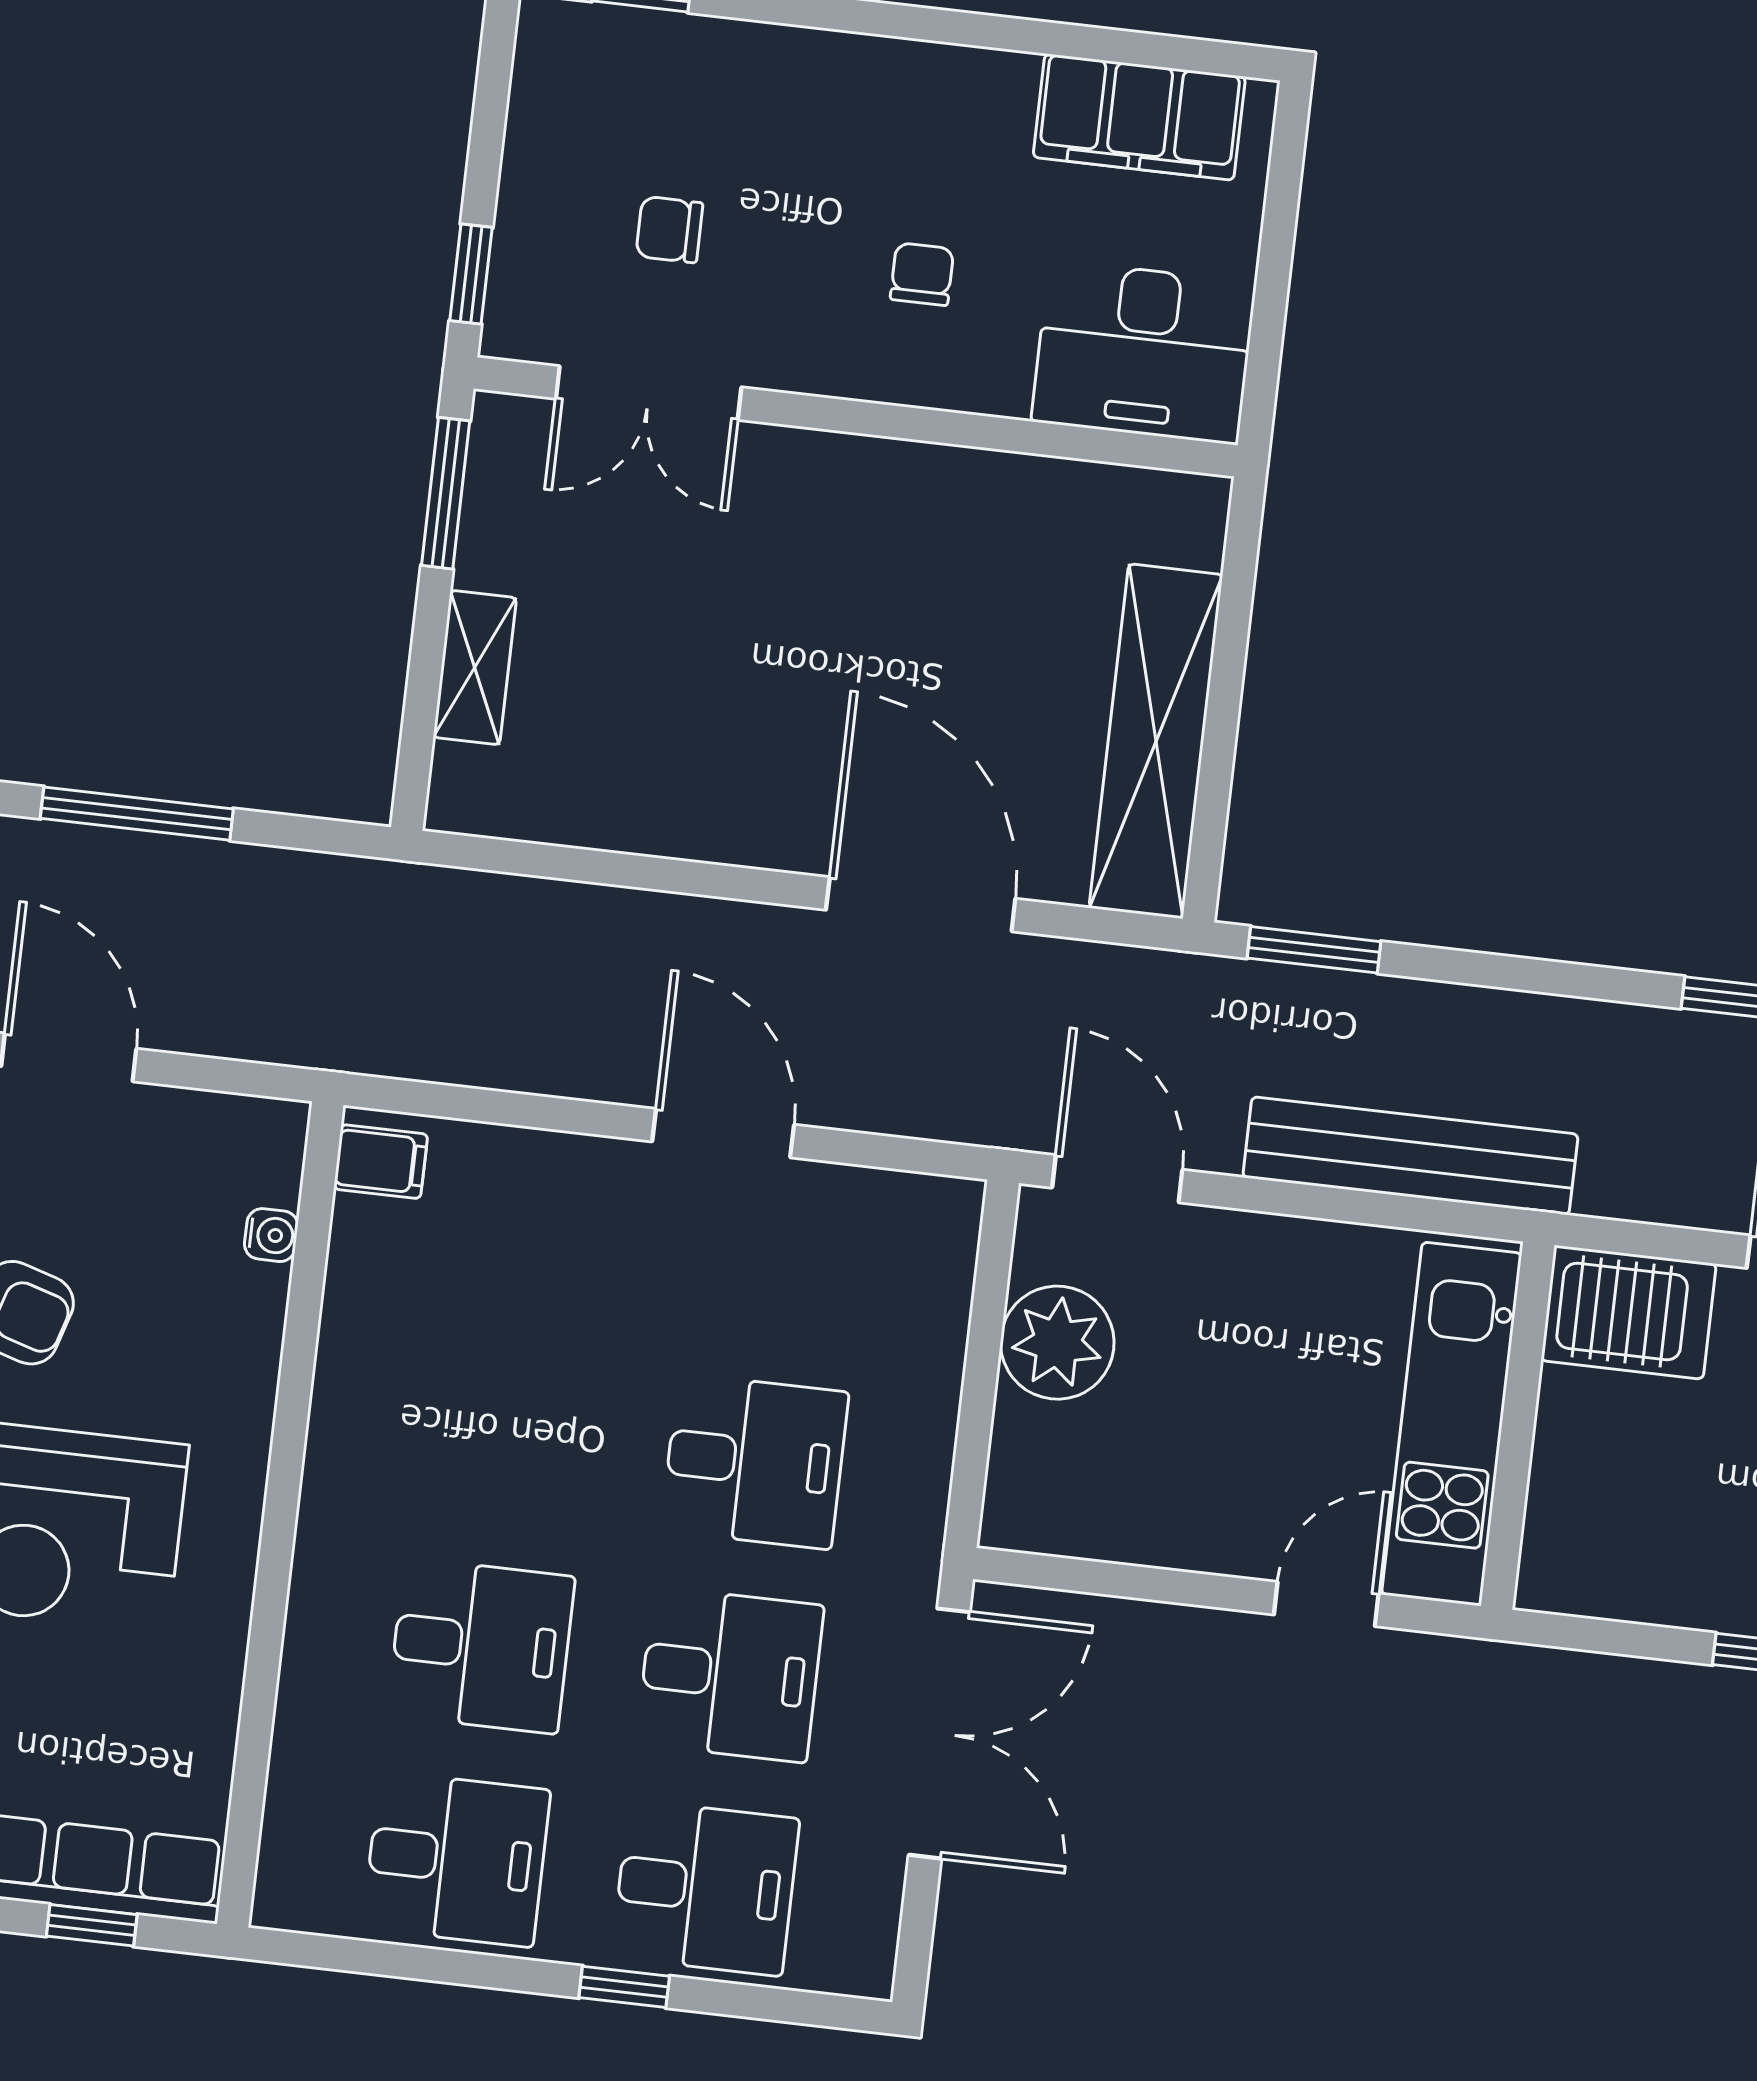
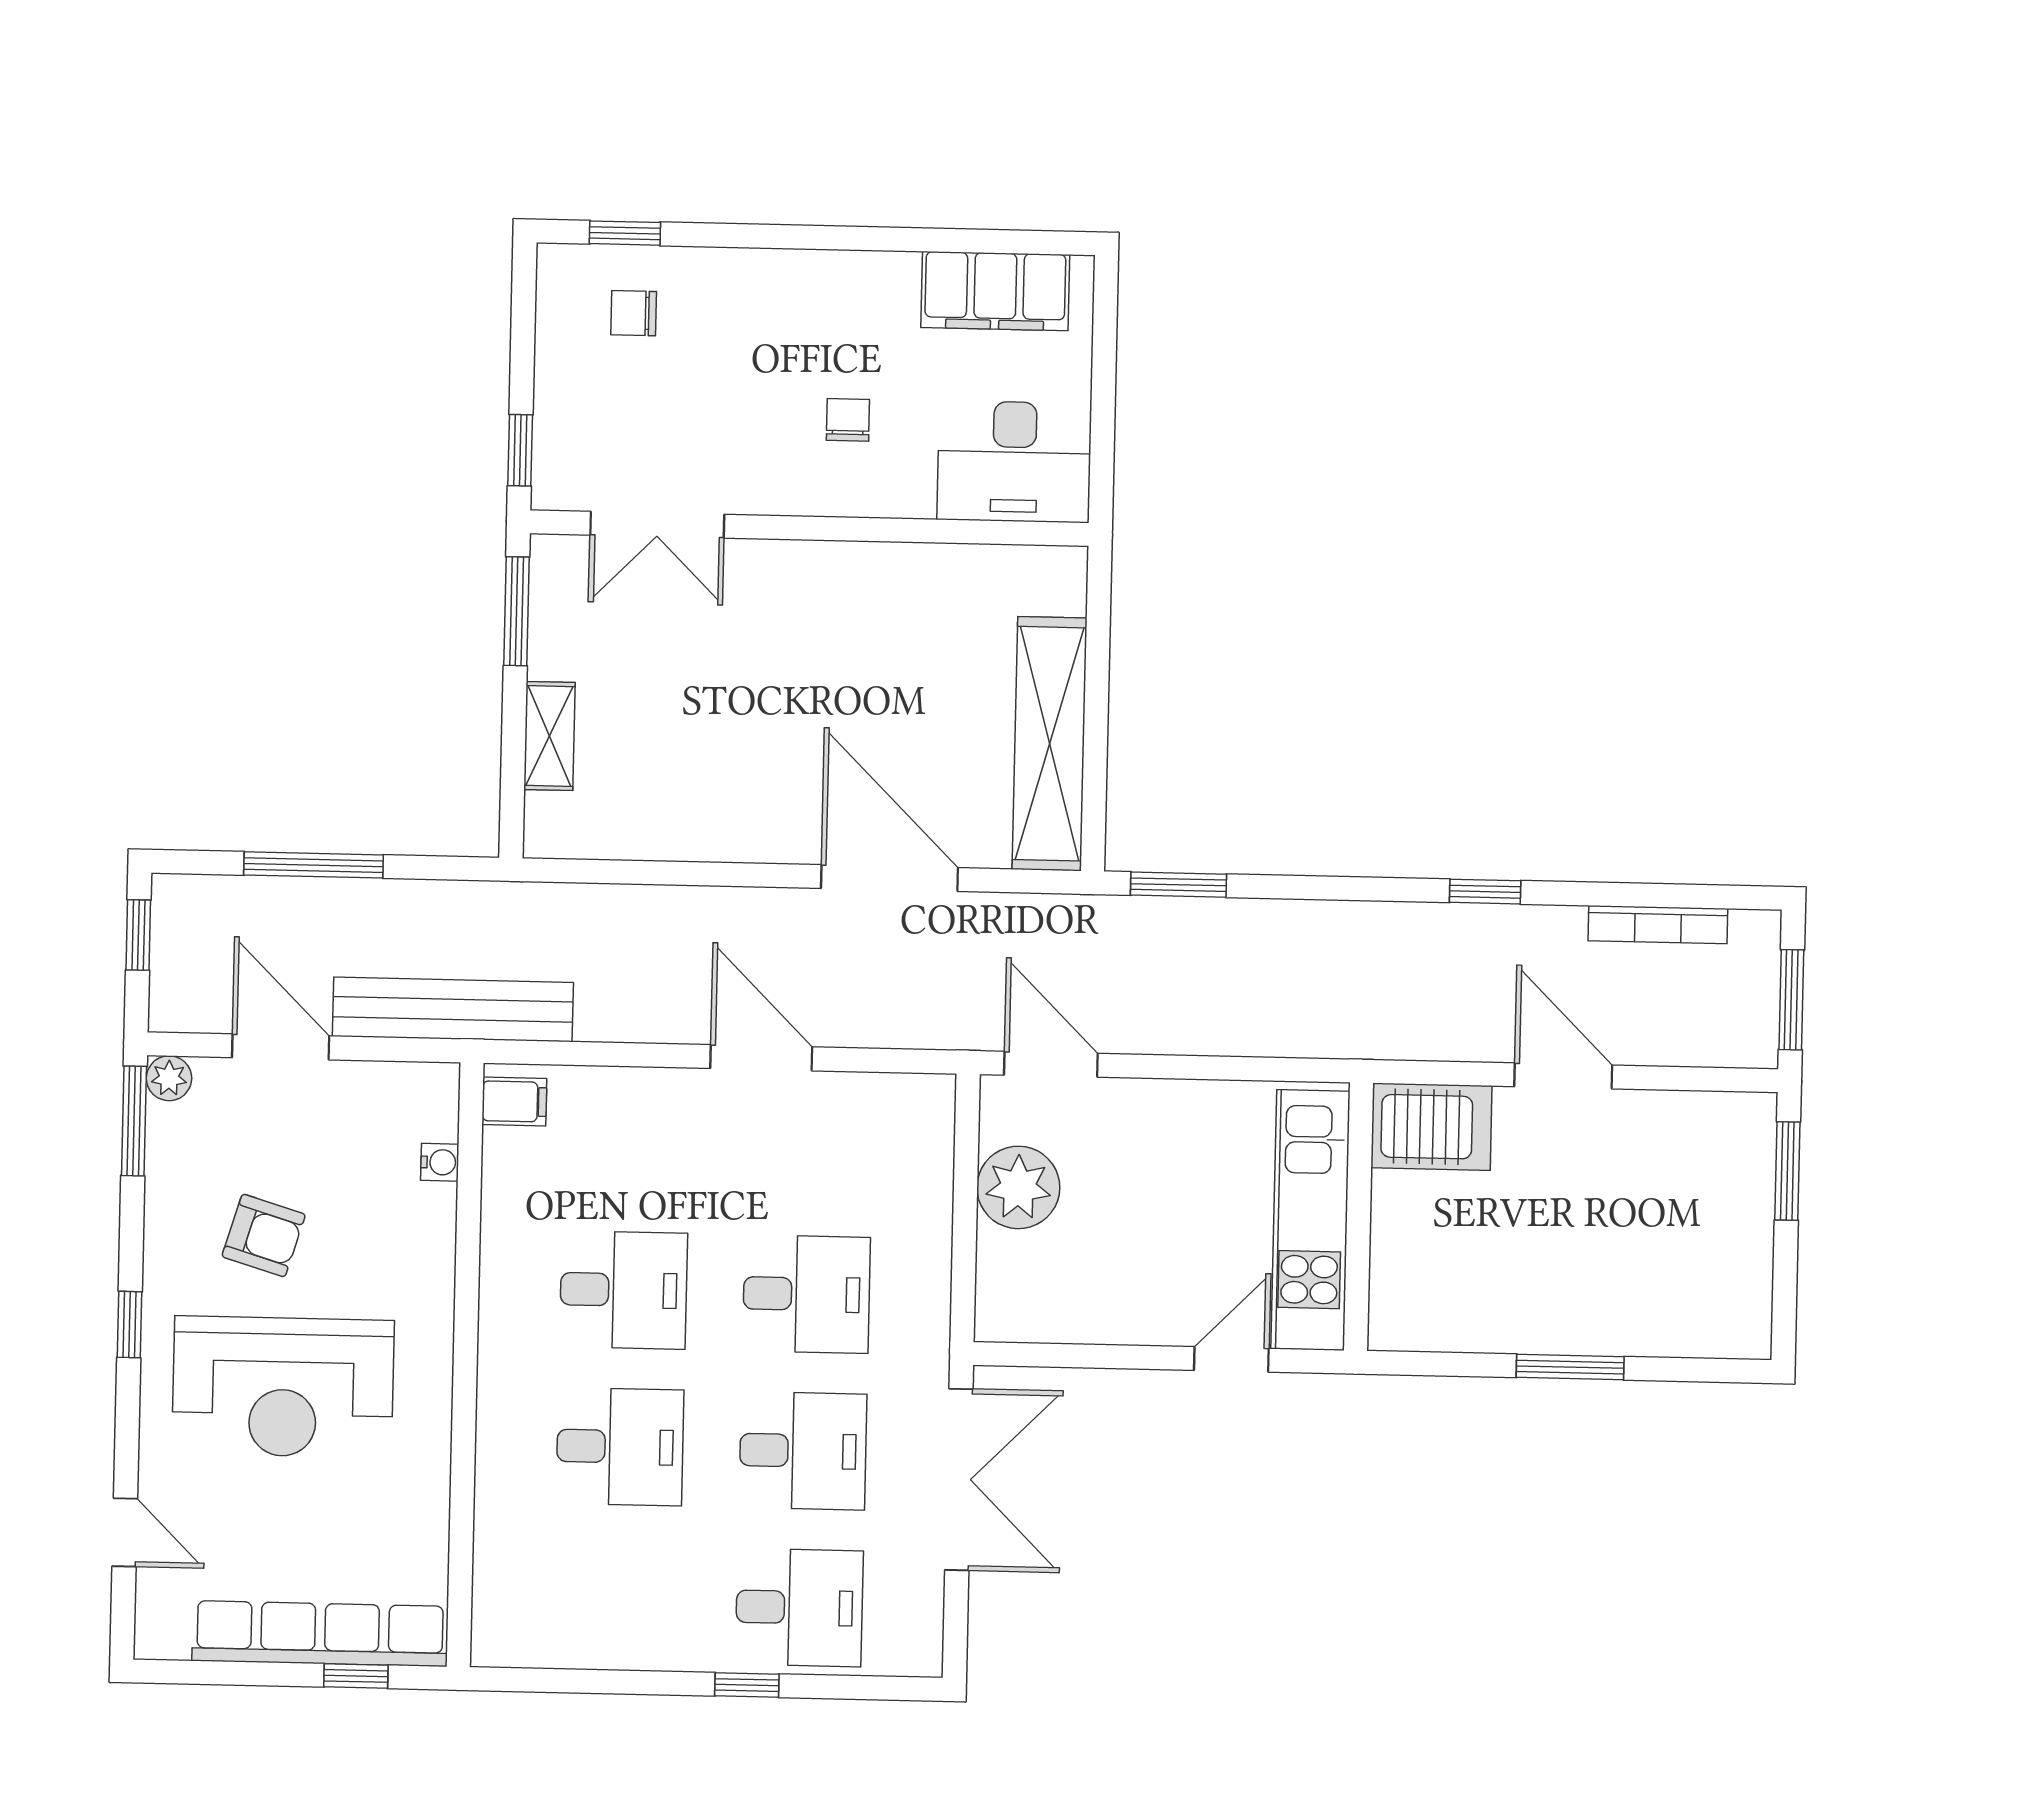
chair: (669, 230) -> (634, 313), moved
bench: (1410, 1156) -> (453, 1009), moved
desk: (456, 1859) -> (623, 1290), moved

